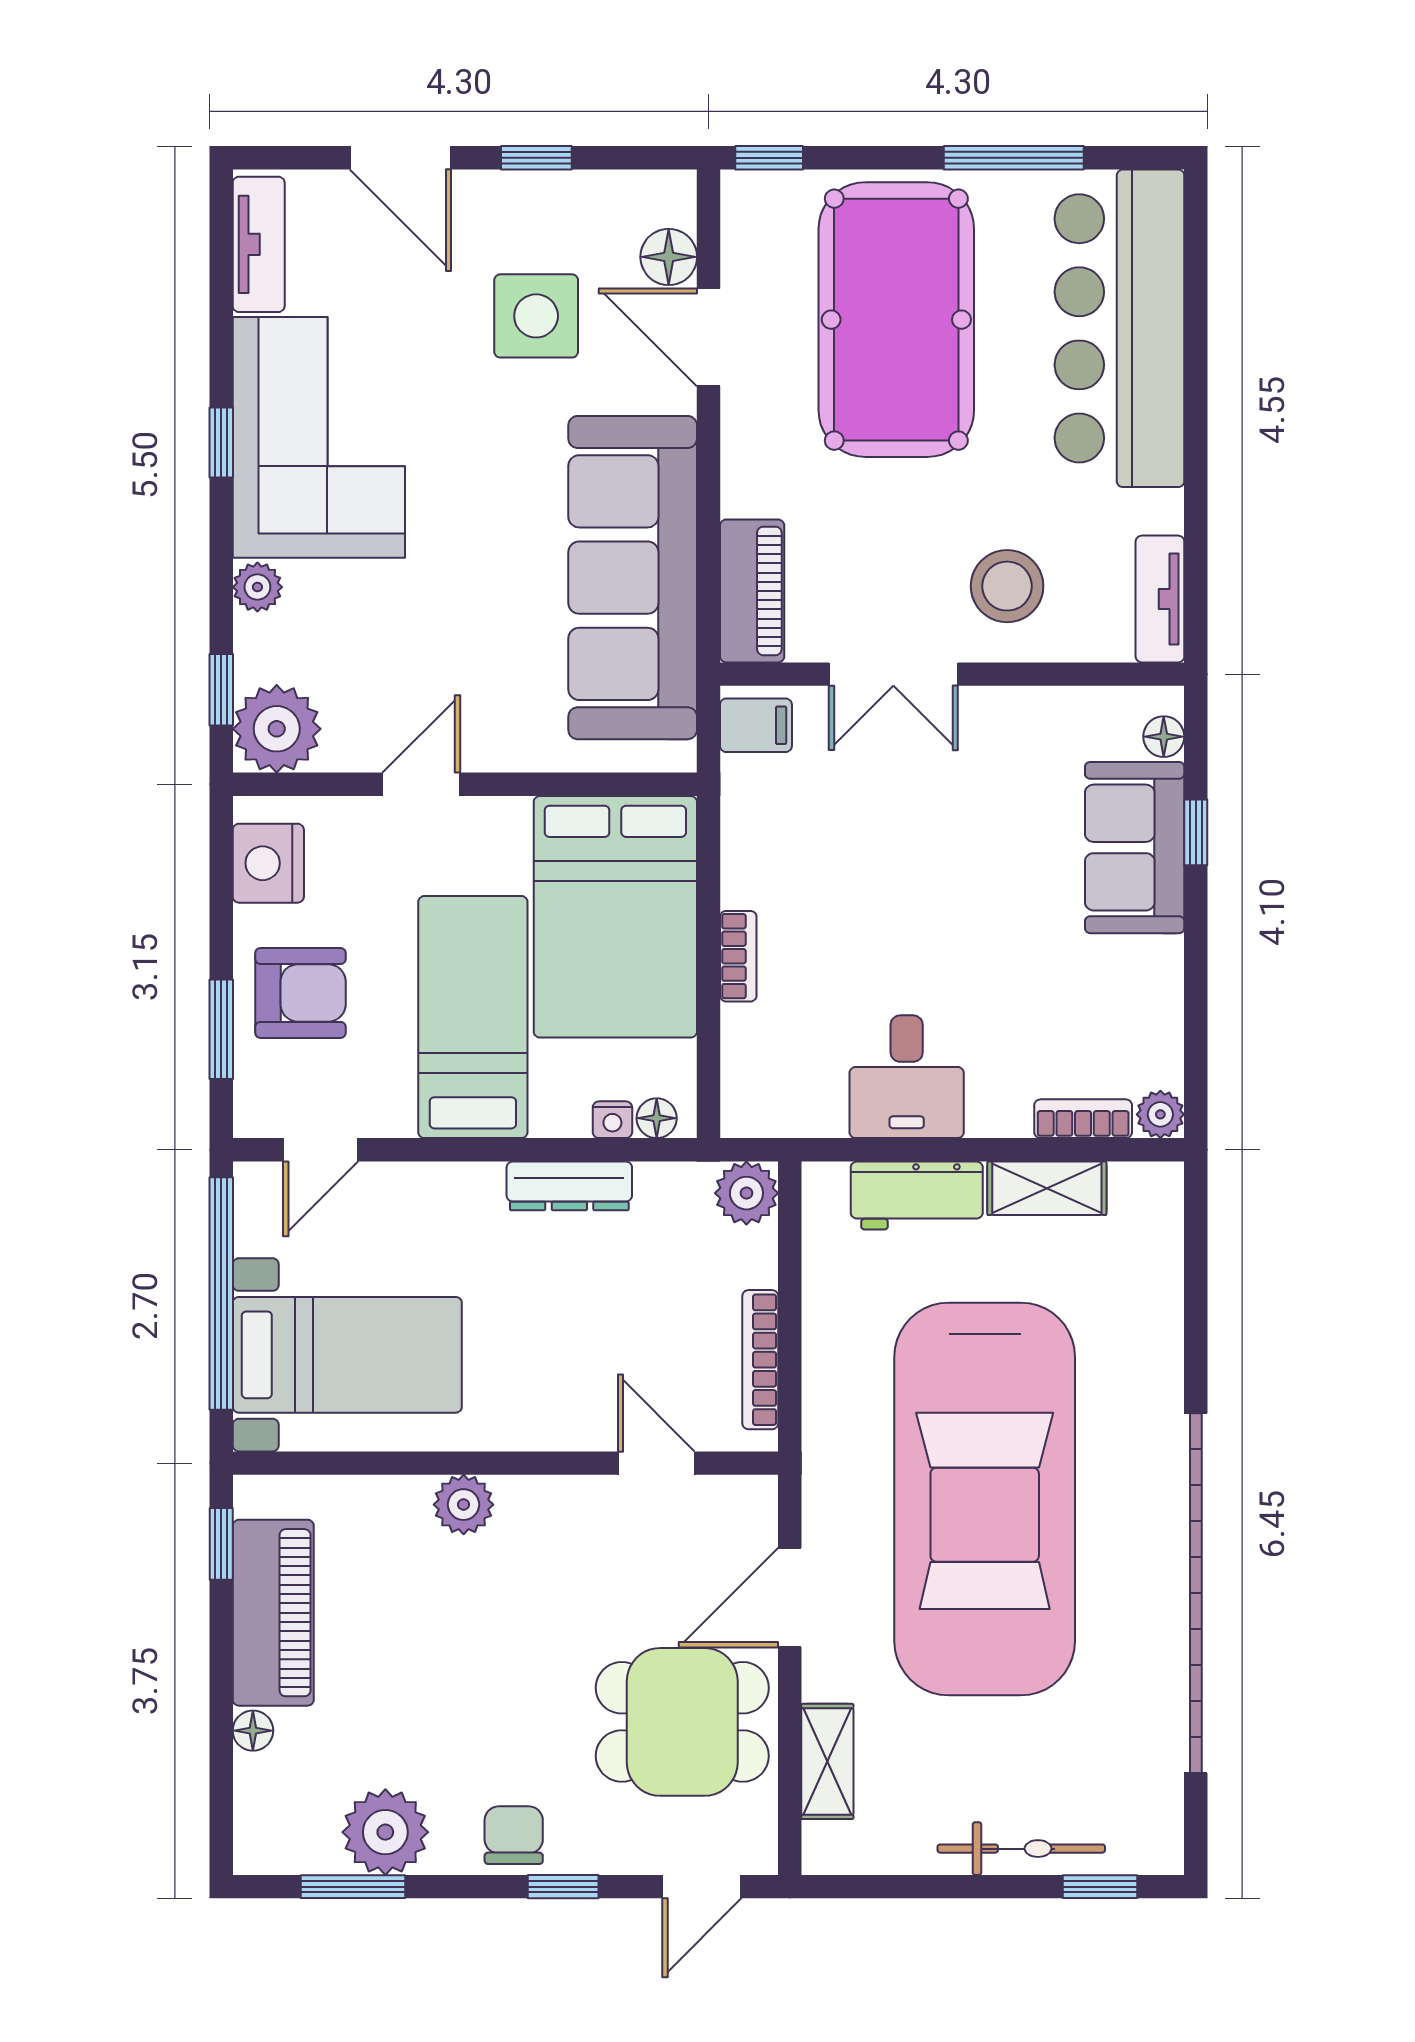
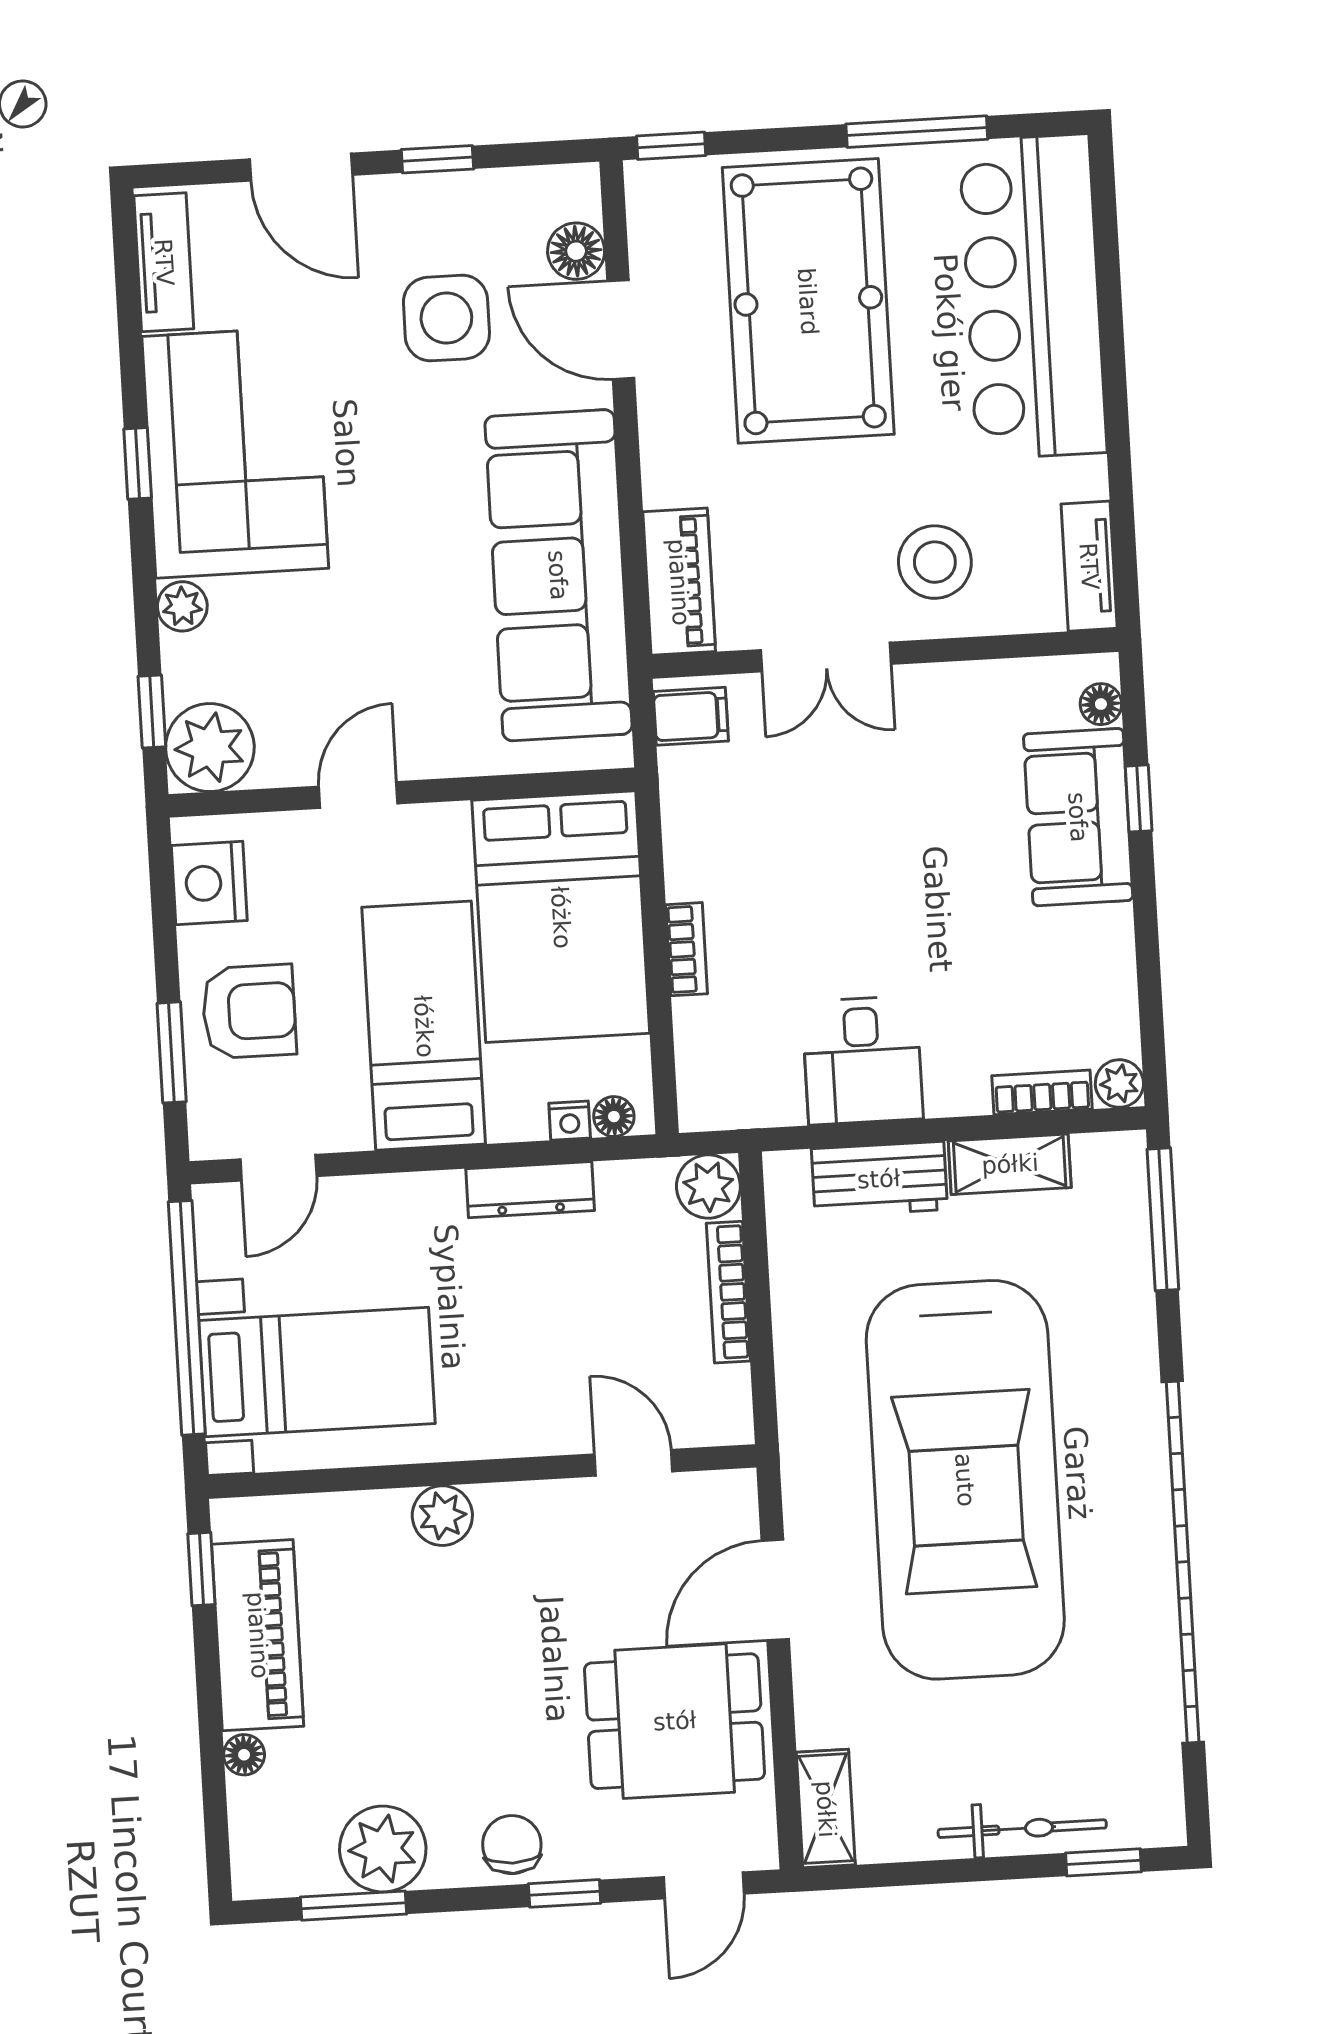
window: (1196, 1252) -> (1163, 1219), added
bookcase: (760, 1360) -> (728, 1292), moved
shelving: (827, 1761) -> (826, 1809), moved

